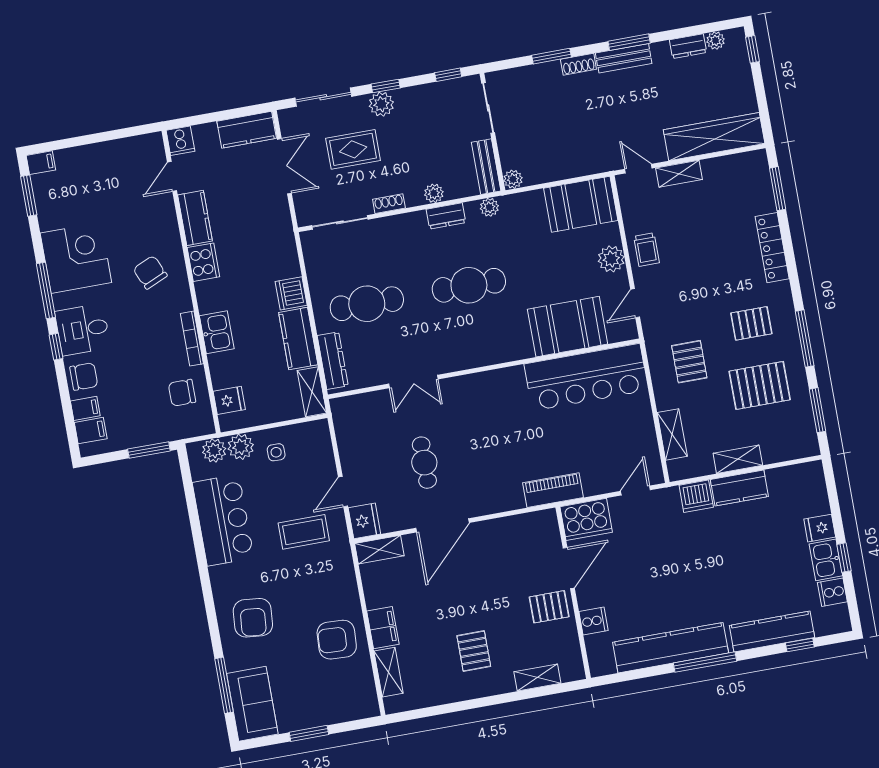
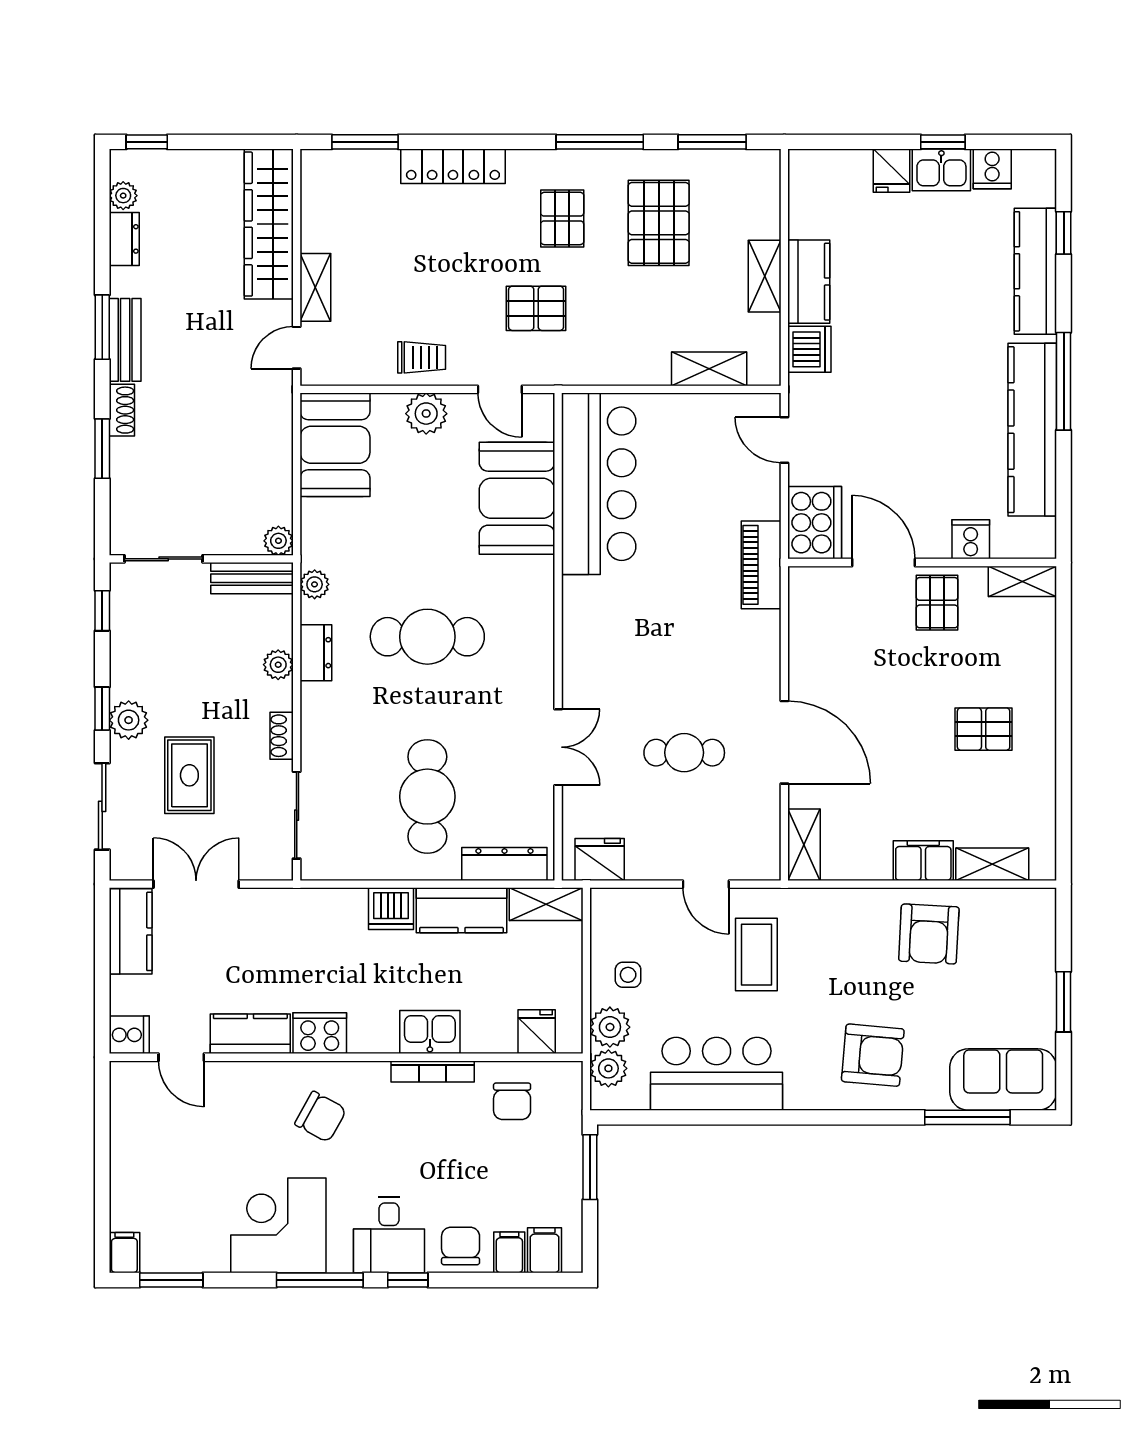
chair: (150, 272) -> (321, 1117), turned -127
cafe table: (469, 285) -> (427, 637), turned 90
pallet: (689, 362) -> (536, 308), moved
fridge: (364, 521) -> (600, 859), moved
shelving: (537, 678) -> (1022, 581), moved, turned 90

